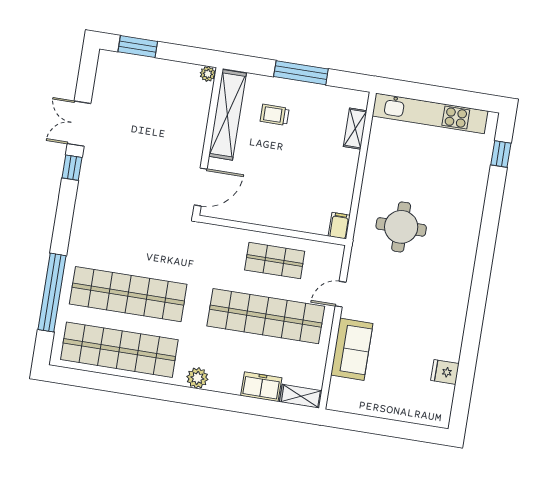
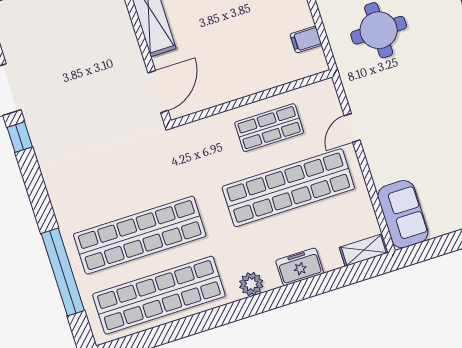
filing cabinet: (339, 226) -> (306, 40), moved, turned -90
sofa: (352, 349) -> (403, 214), moved
freezer: (261, 387) -> (300, 267), moved

